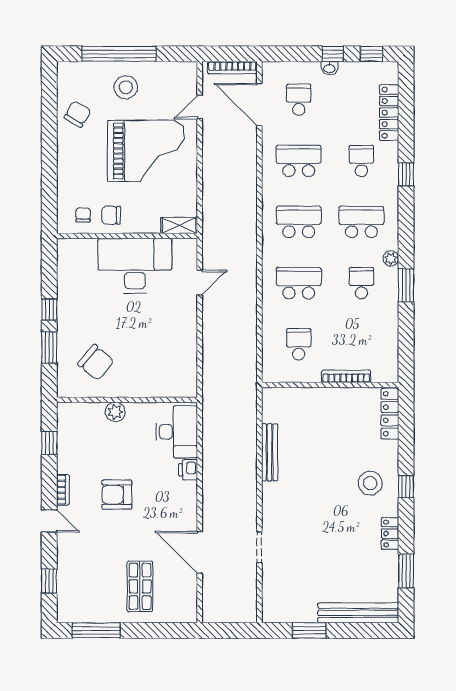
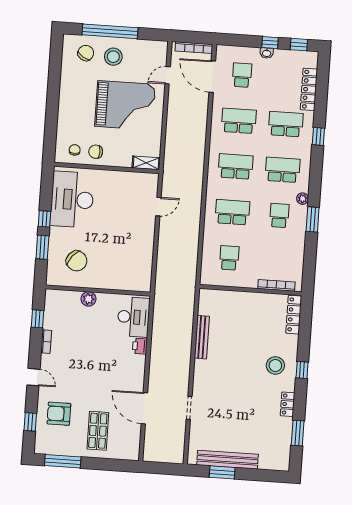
chair: (78, 114) -> (86, 53), moved
school desk: (361, 161) -> (286, 124), width x1.85
desk: (135, 266) -> (72, 199), moved, turned -90
bookcase: (346, 376) -> (276, 285), moved
bookcase: (63, 490) -> (46, 342), moved
armchair: (117, 495) -> (59, 414), moved
bench: (358, 613) -> (228, 460), moved

